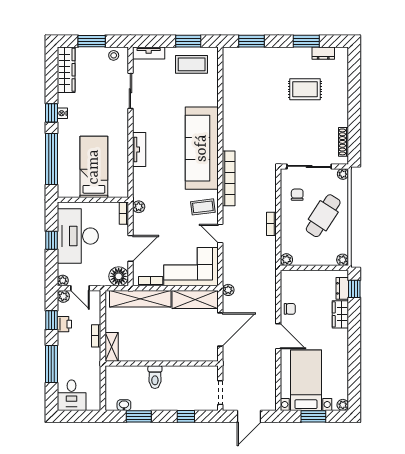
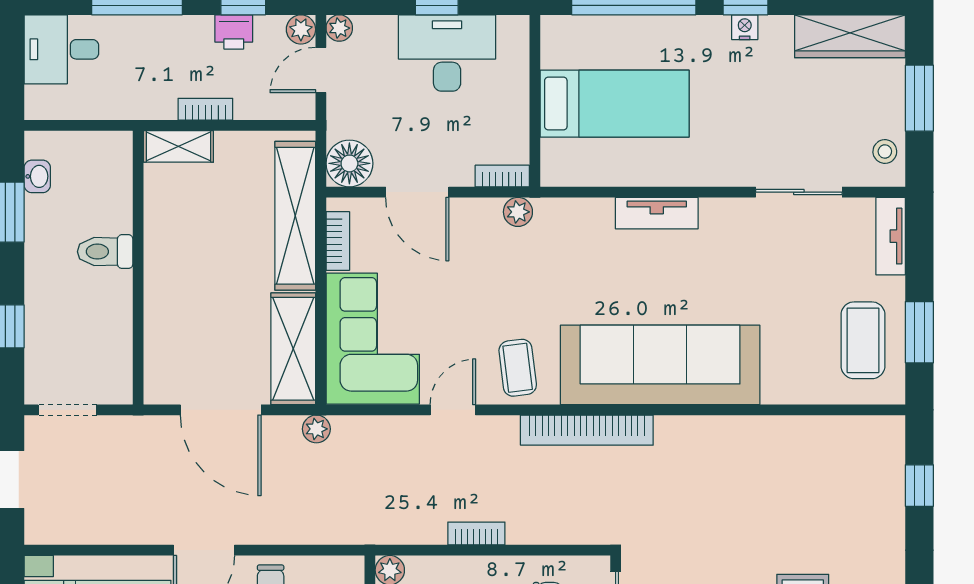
window: (252, 41) -> (919, 486), width x0.67
desk: (78, 236) -> (447, 53), width x0.73, depth x0.77

